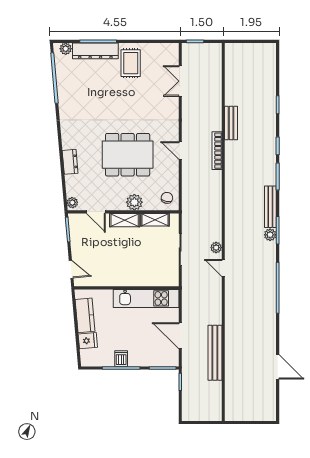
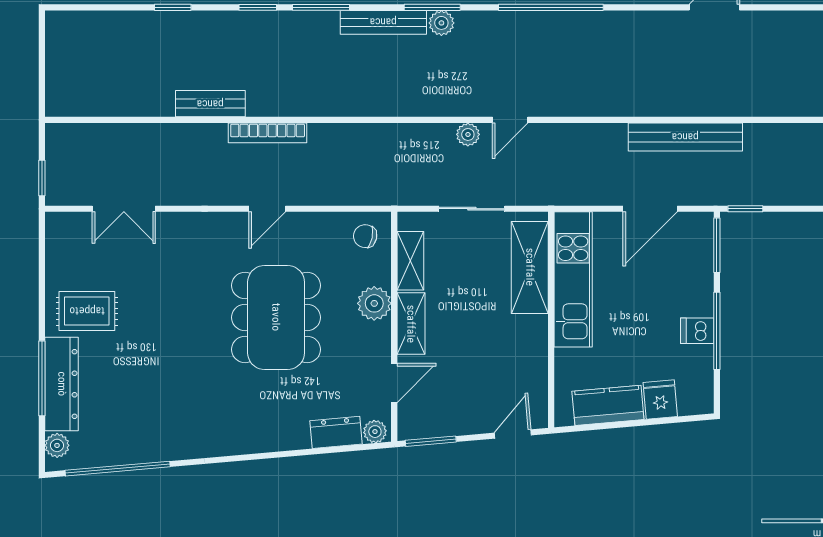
dresser: (70, 162) -> (336, 432), moved
shelving: (152, 277) -> (530, 267), added

